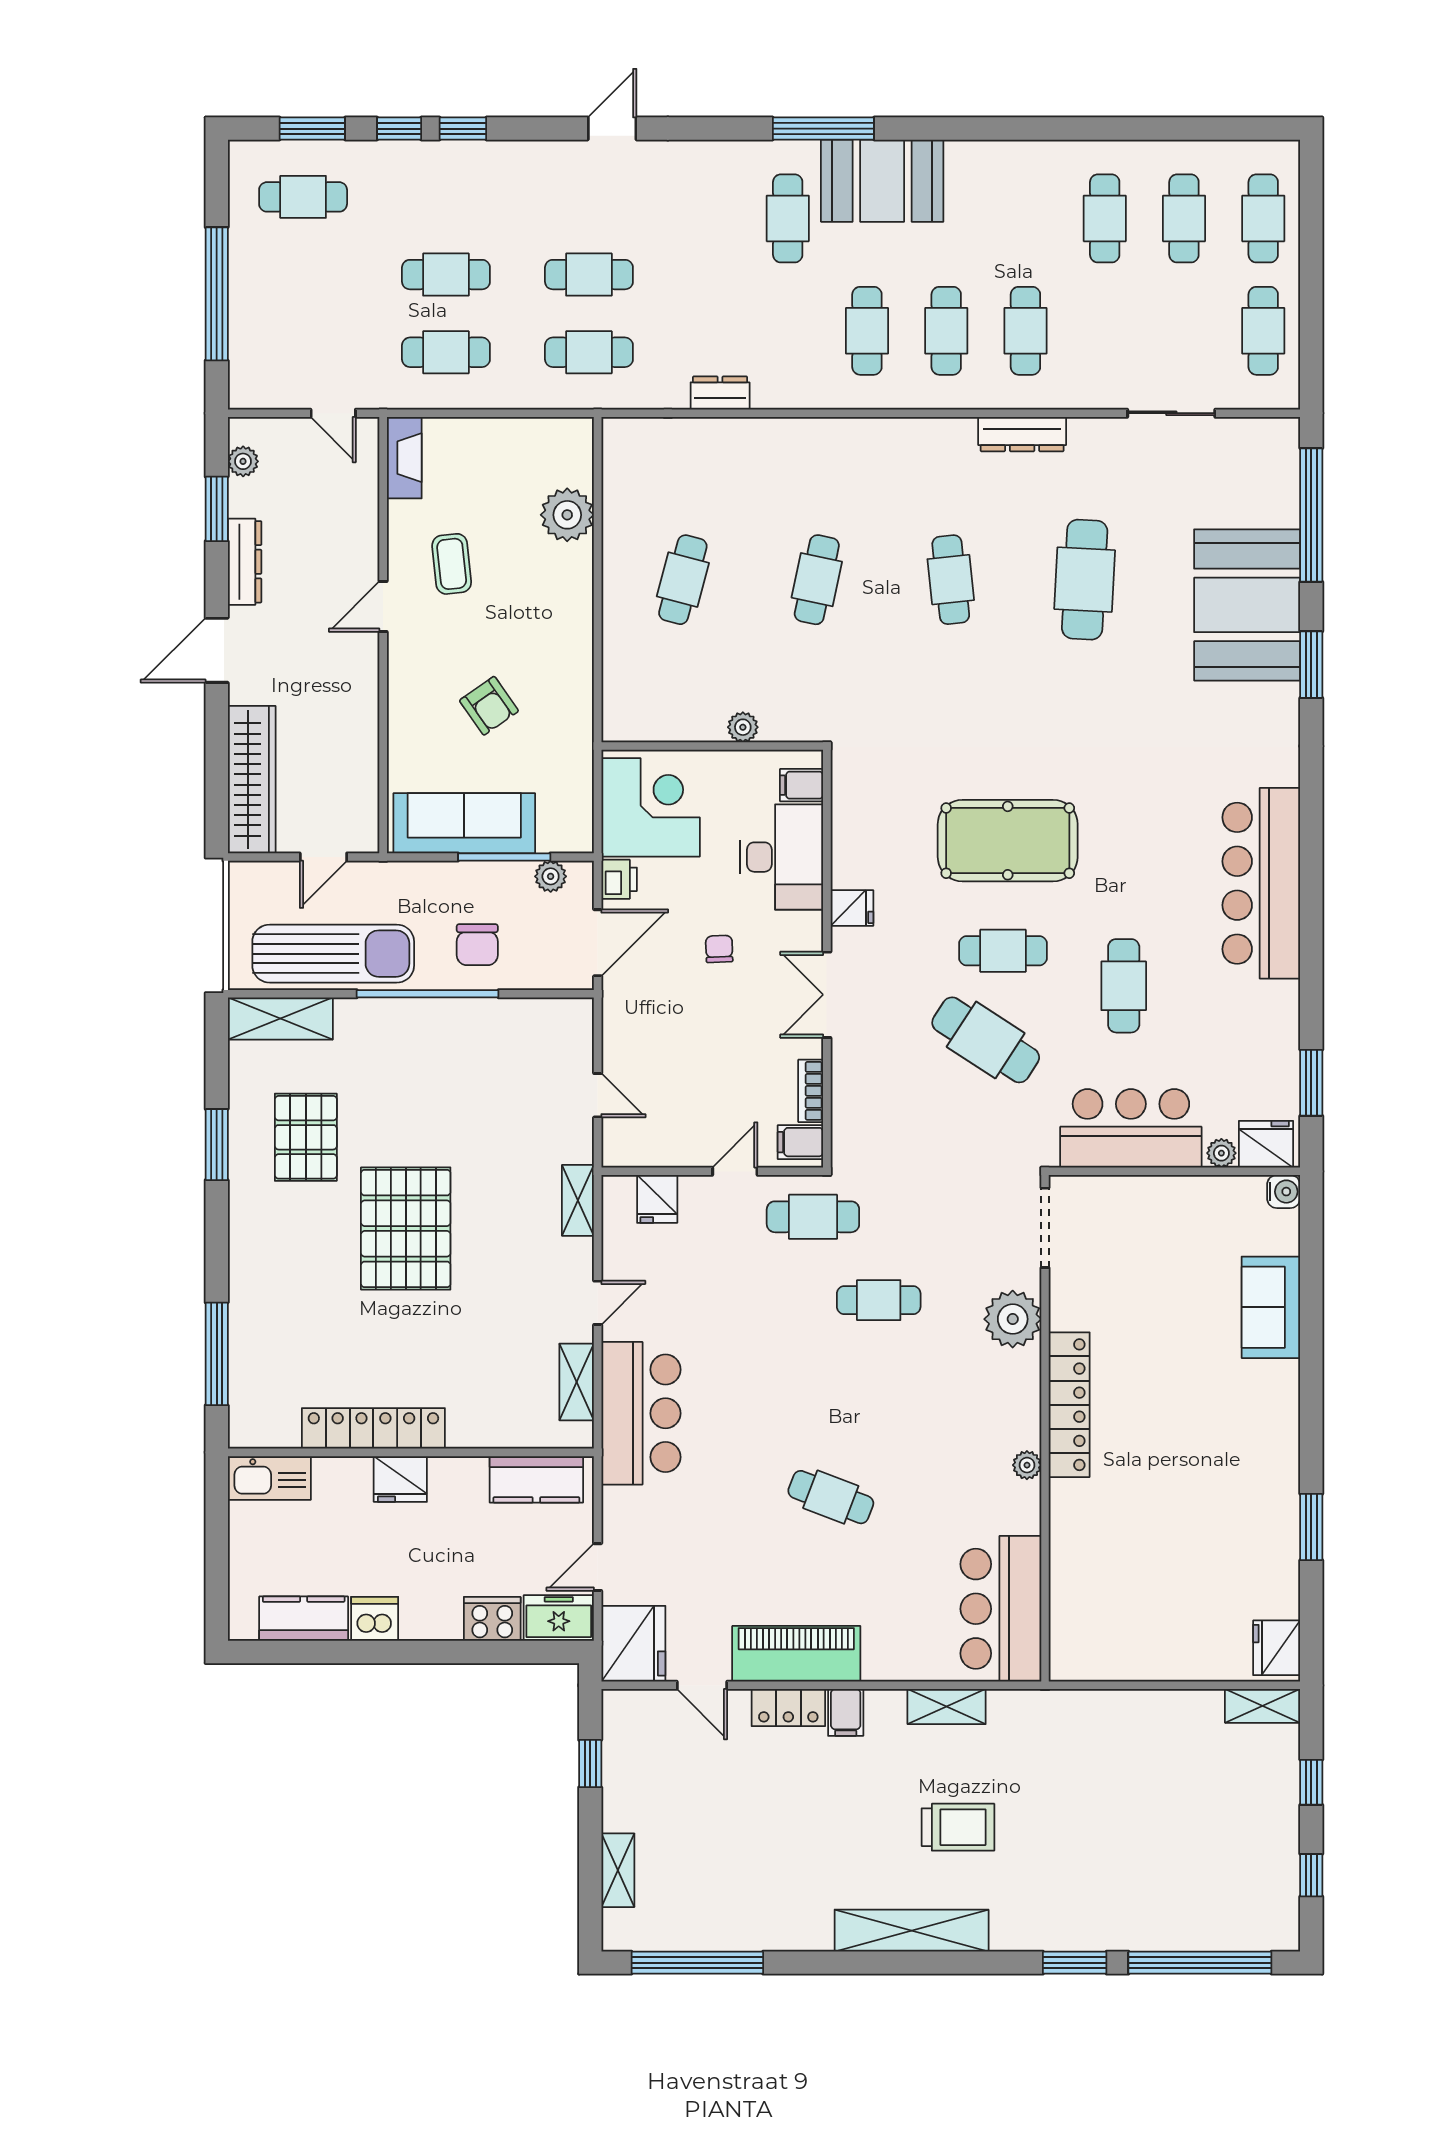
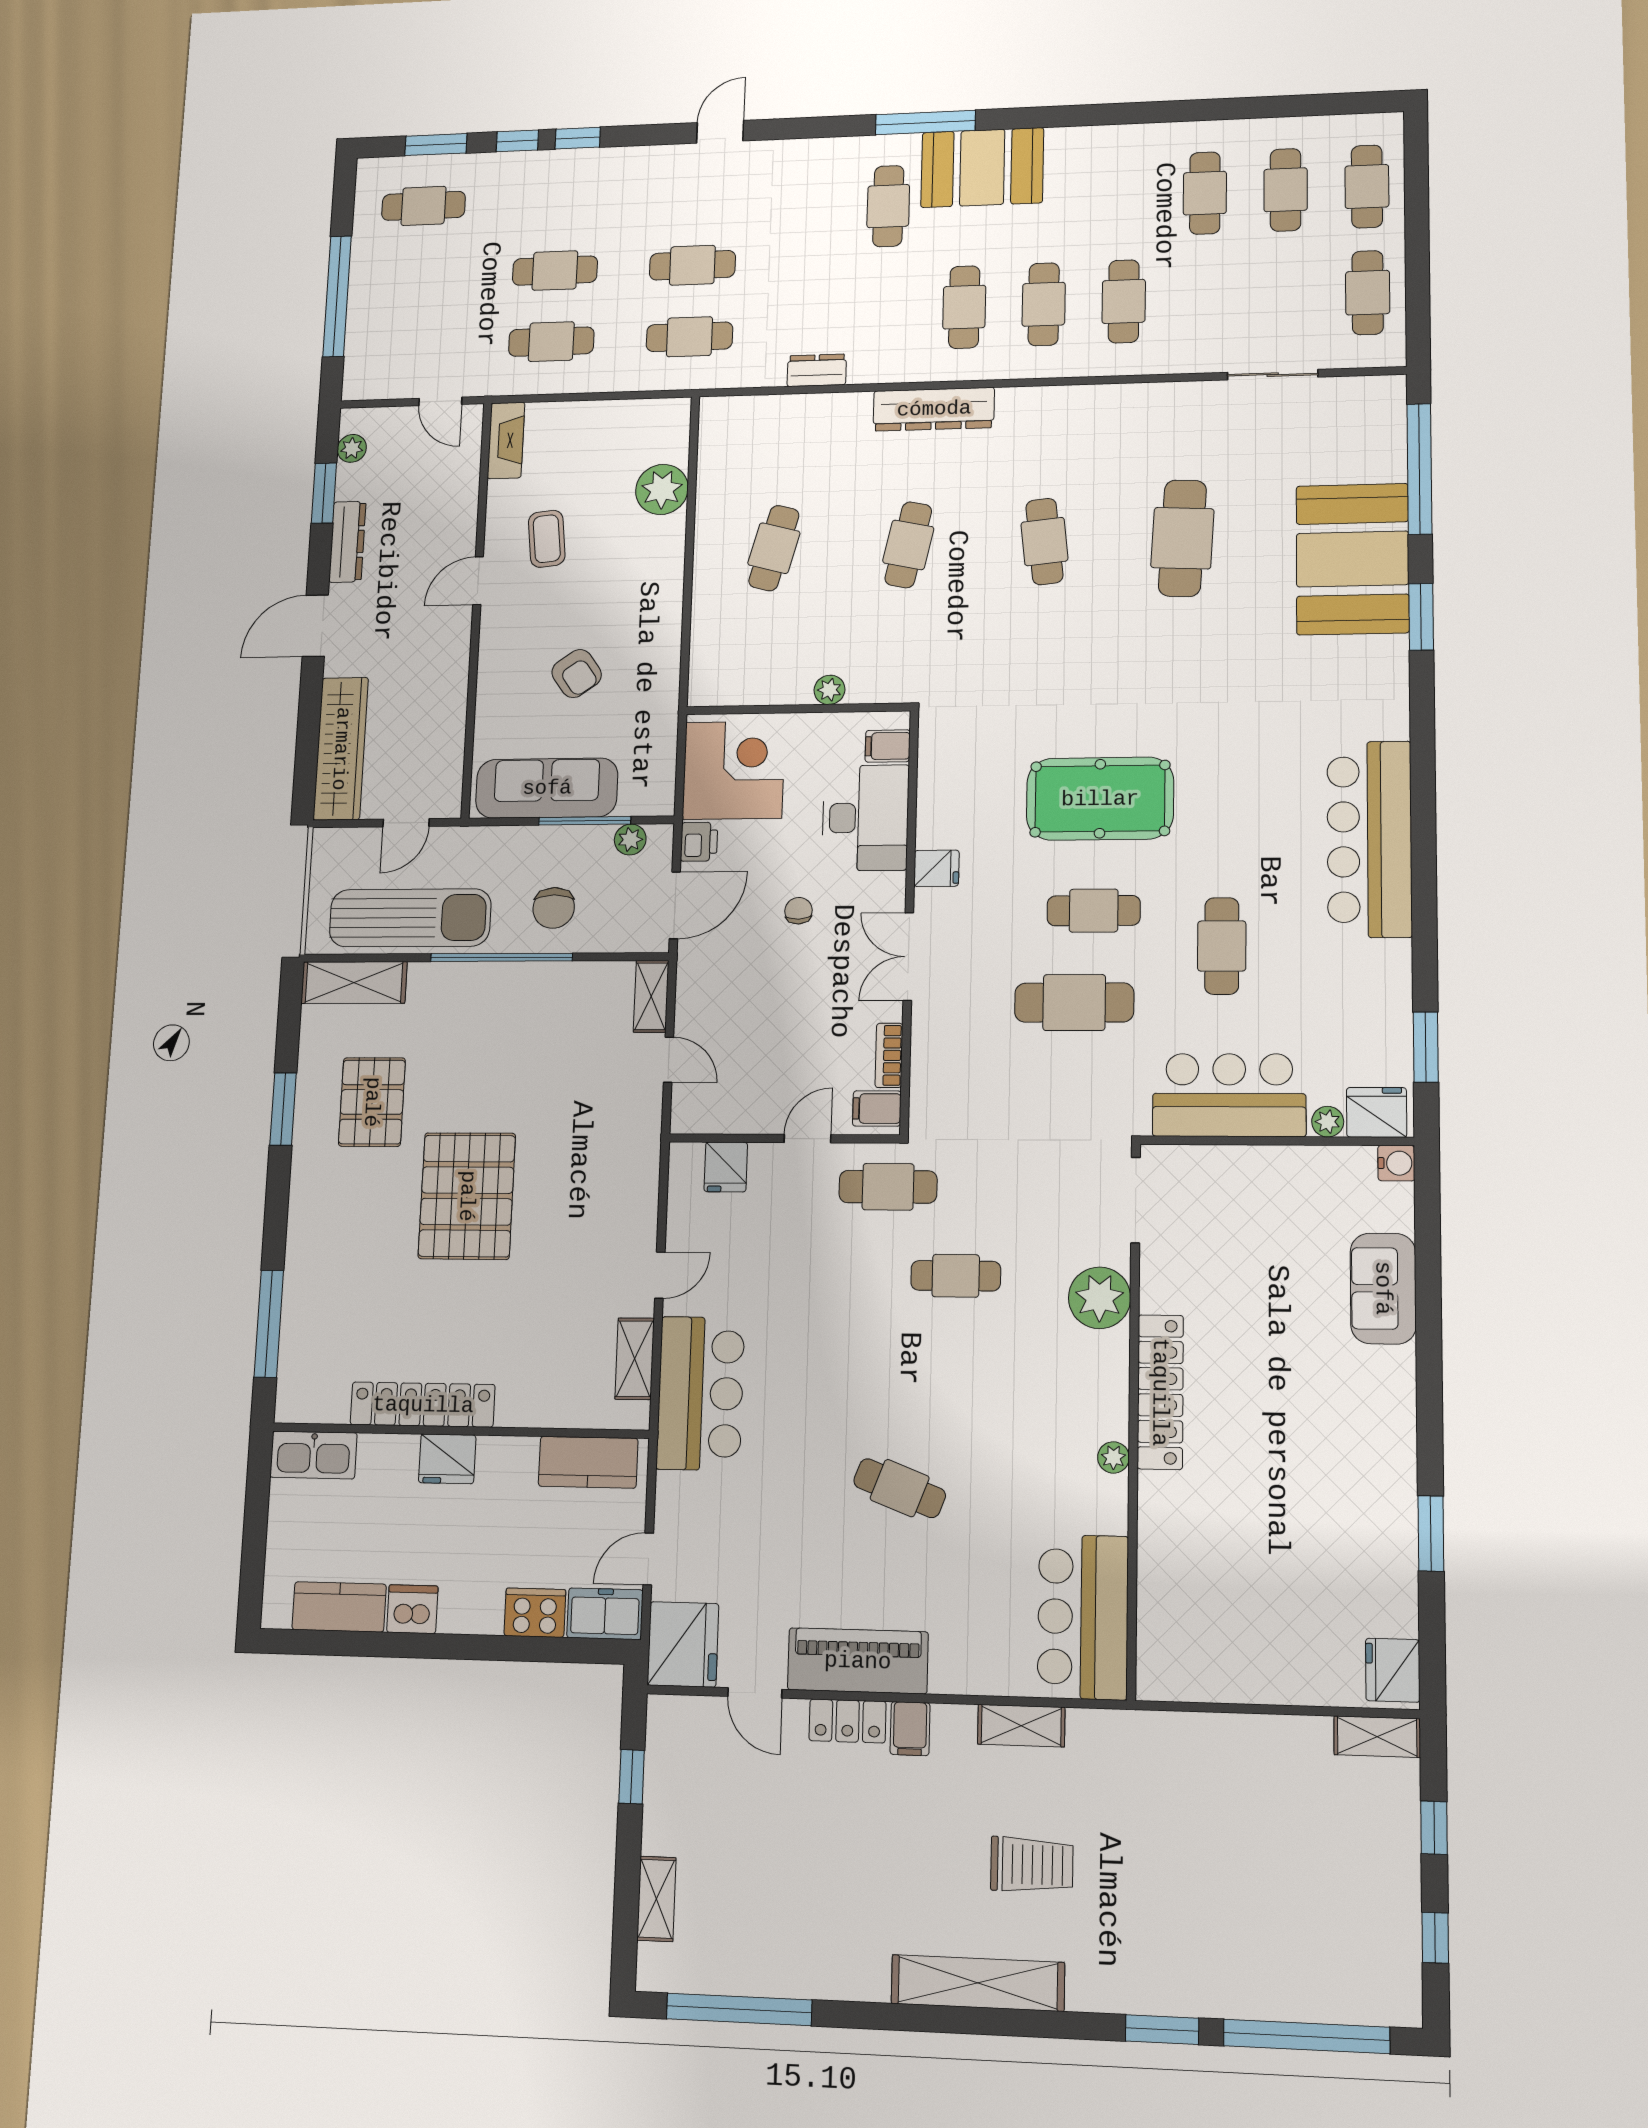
dresser: (1022, 434) -> (934, 409), moved, width x1.37, depth x1.24
cafe table: (986, 1040) -> (1074, 1003), turned -33
shelving: (578, 1200) -> (651, 996), moved

